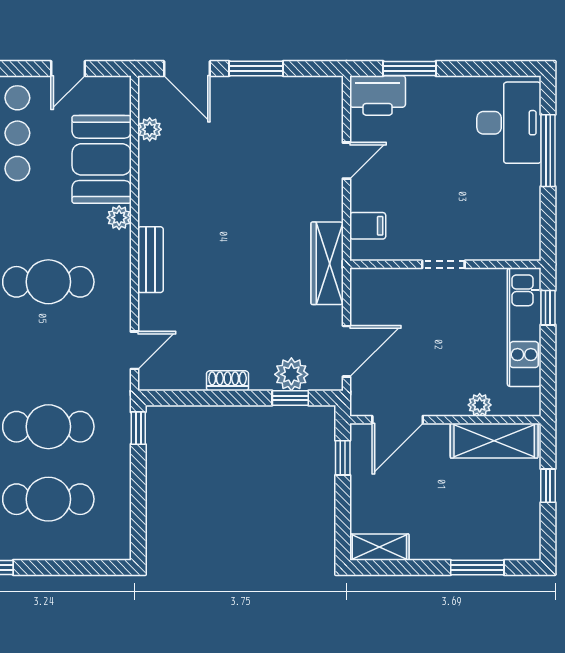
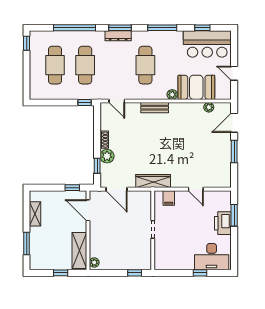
printer: (378, 95) -> (223, 223), moved
window: (548, 151) -> (200, 273), width x0.46
kitchen unit: (524, 327) -> (127, 263), removed
plant: (291, 374) -> (107, 156), moved
plant: (480, 405) -> (94, 262), moved
shelving: (379, 547) -> (35, 214), moved

